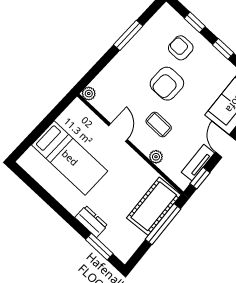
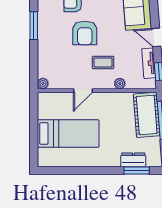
door: (118, 133) -> (83, 91), swing flipped
dresser: (91, 222) -> (133, 160), moved

